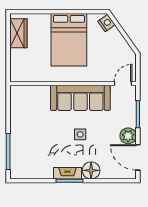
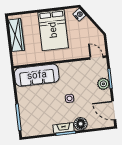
wardrobe: (18, 33) -> (16, 35), width x1.50
door: (123, 84) -> (97, 58), hinge flipped
sofa: (80, 98) -> (37, 75), moved
plant: (128, 136) -> (103, 84), moved

